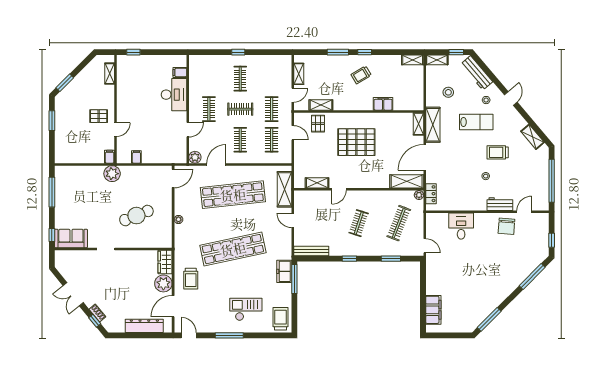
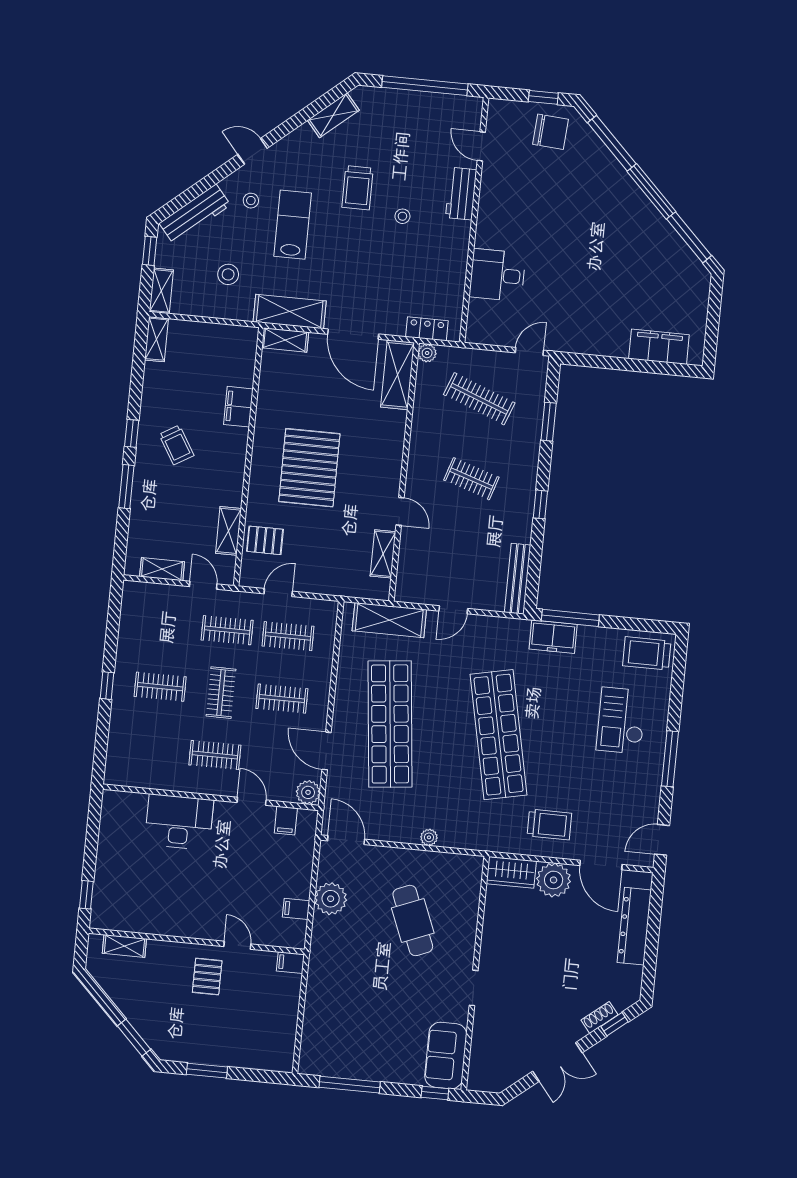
filing cabinet: (180, 72) -> (286, 821), moved
plant: (112, 174) -> (331, 899), moved
chair: (506, 226) -> (550, 132), moved

